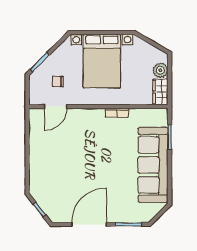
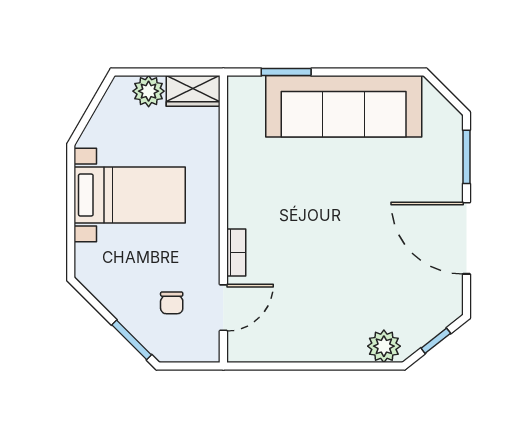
bed with nightstands: (102, 61) -> (130, 195), width x0.73
door: (55, 107) -> (223, 308), hinge flipped
bookcase: (117, 113) -> (236, 253), moved
plant: (37, 184) -> (384, 346), added

